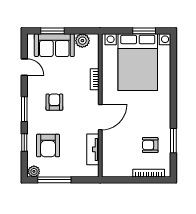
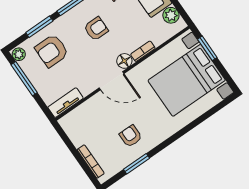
window: (144, 31) -> (207, 48), moved
floor lamp: (92, 98) -> (124, 61), added
window: (24, 142) -> (39, 27), width x1.50
armchair: (150, 145) -> (131, 136), moved
tv unit: (93, 149) -> (66, 103), moved

